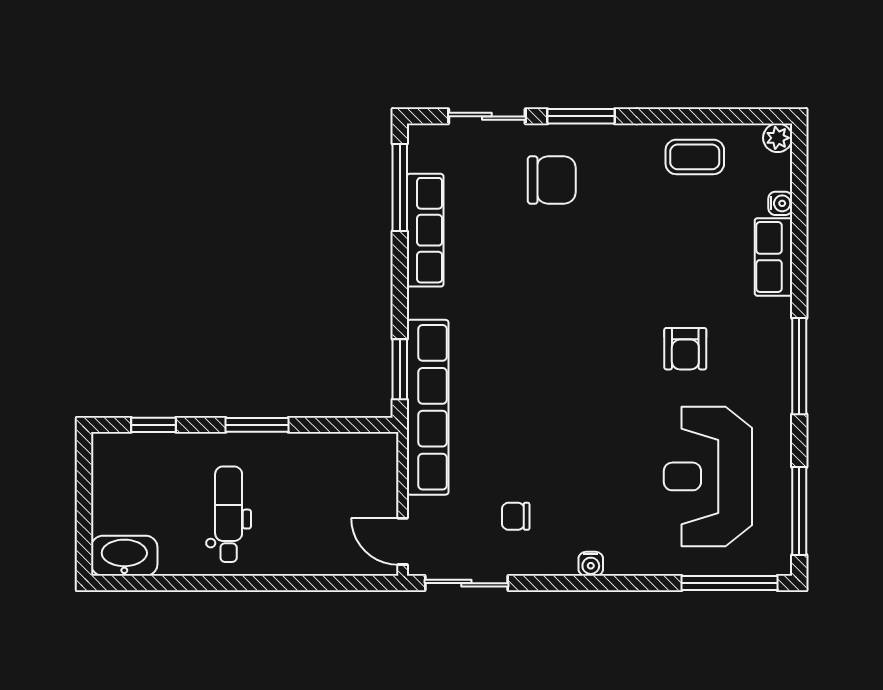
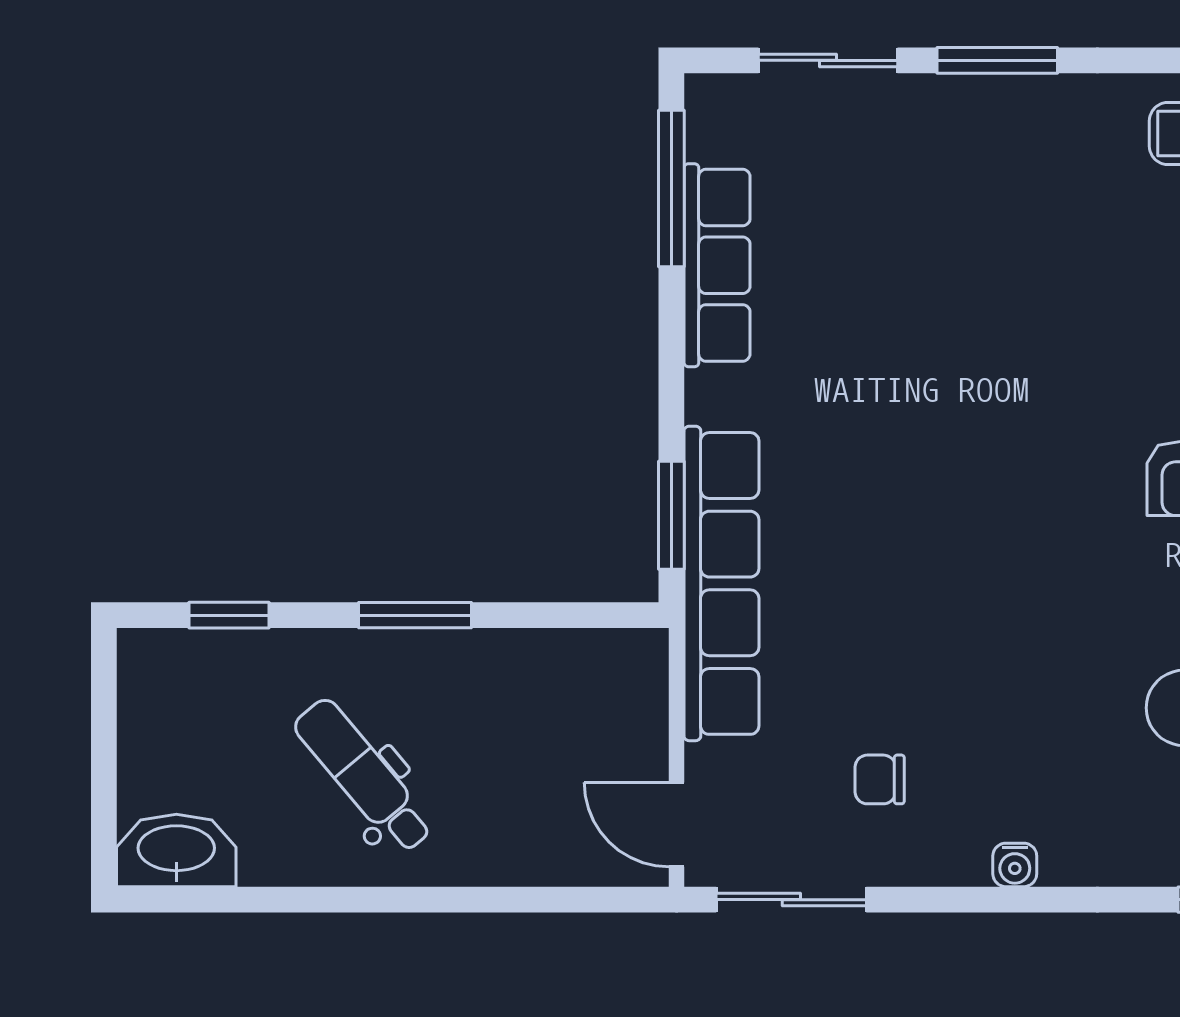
chair: (552, 180) -> (945, 175), removed
dental chair: (229, 514) -> (364, 776), turned -40

